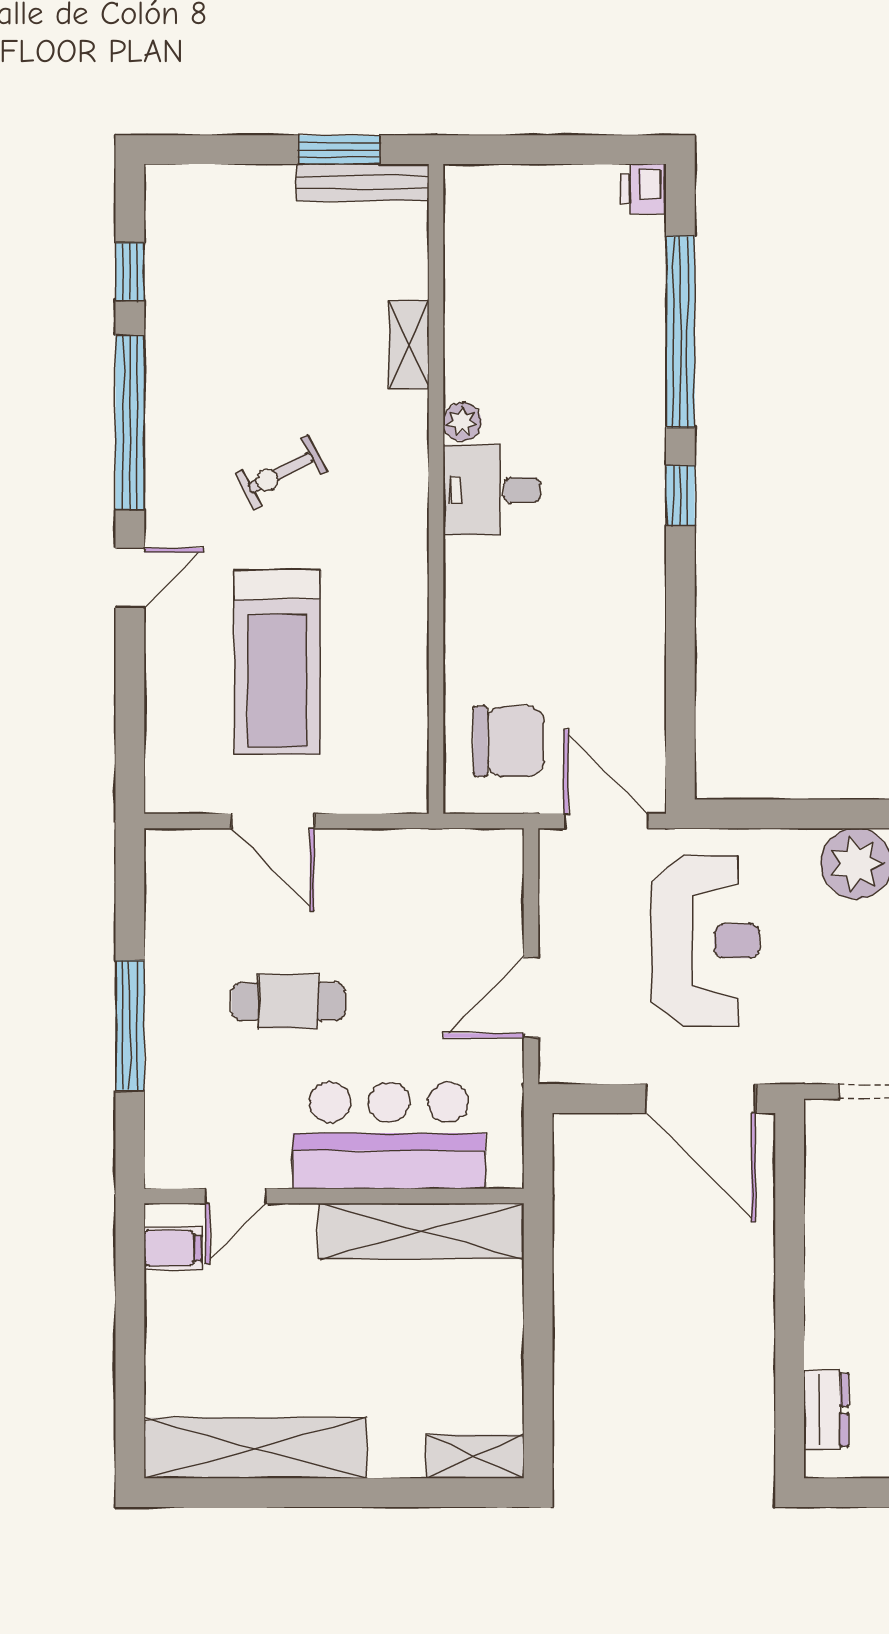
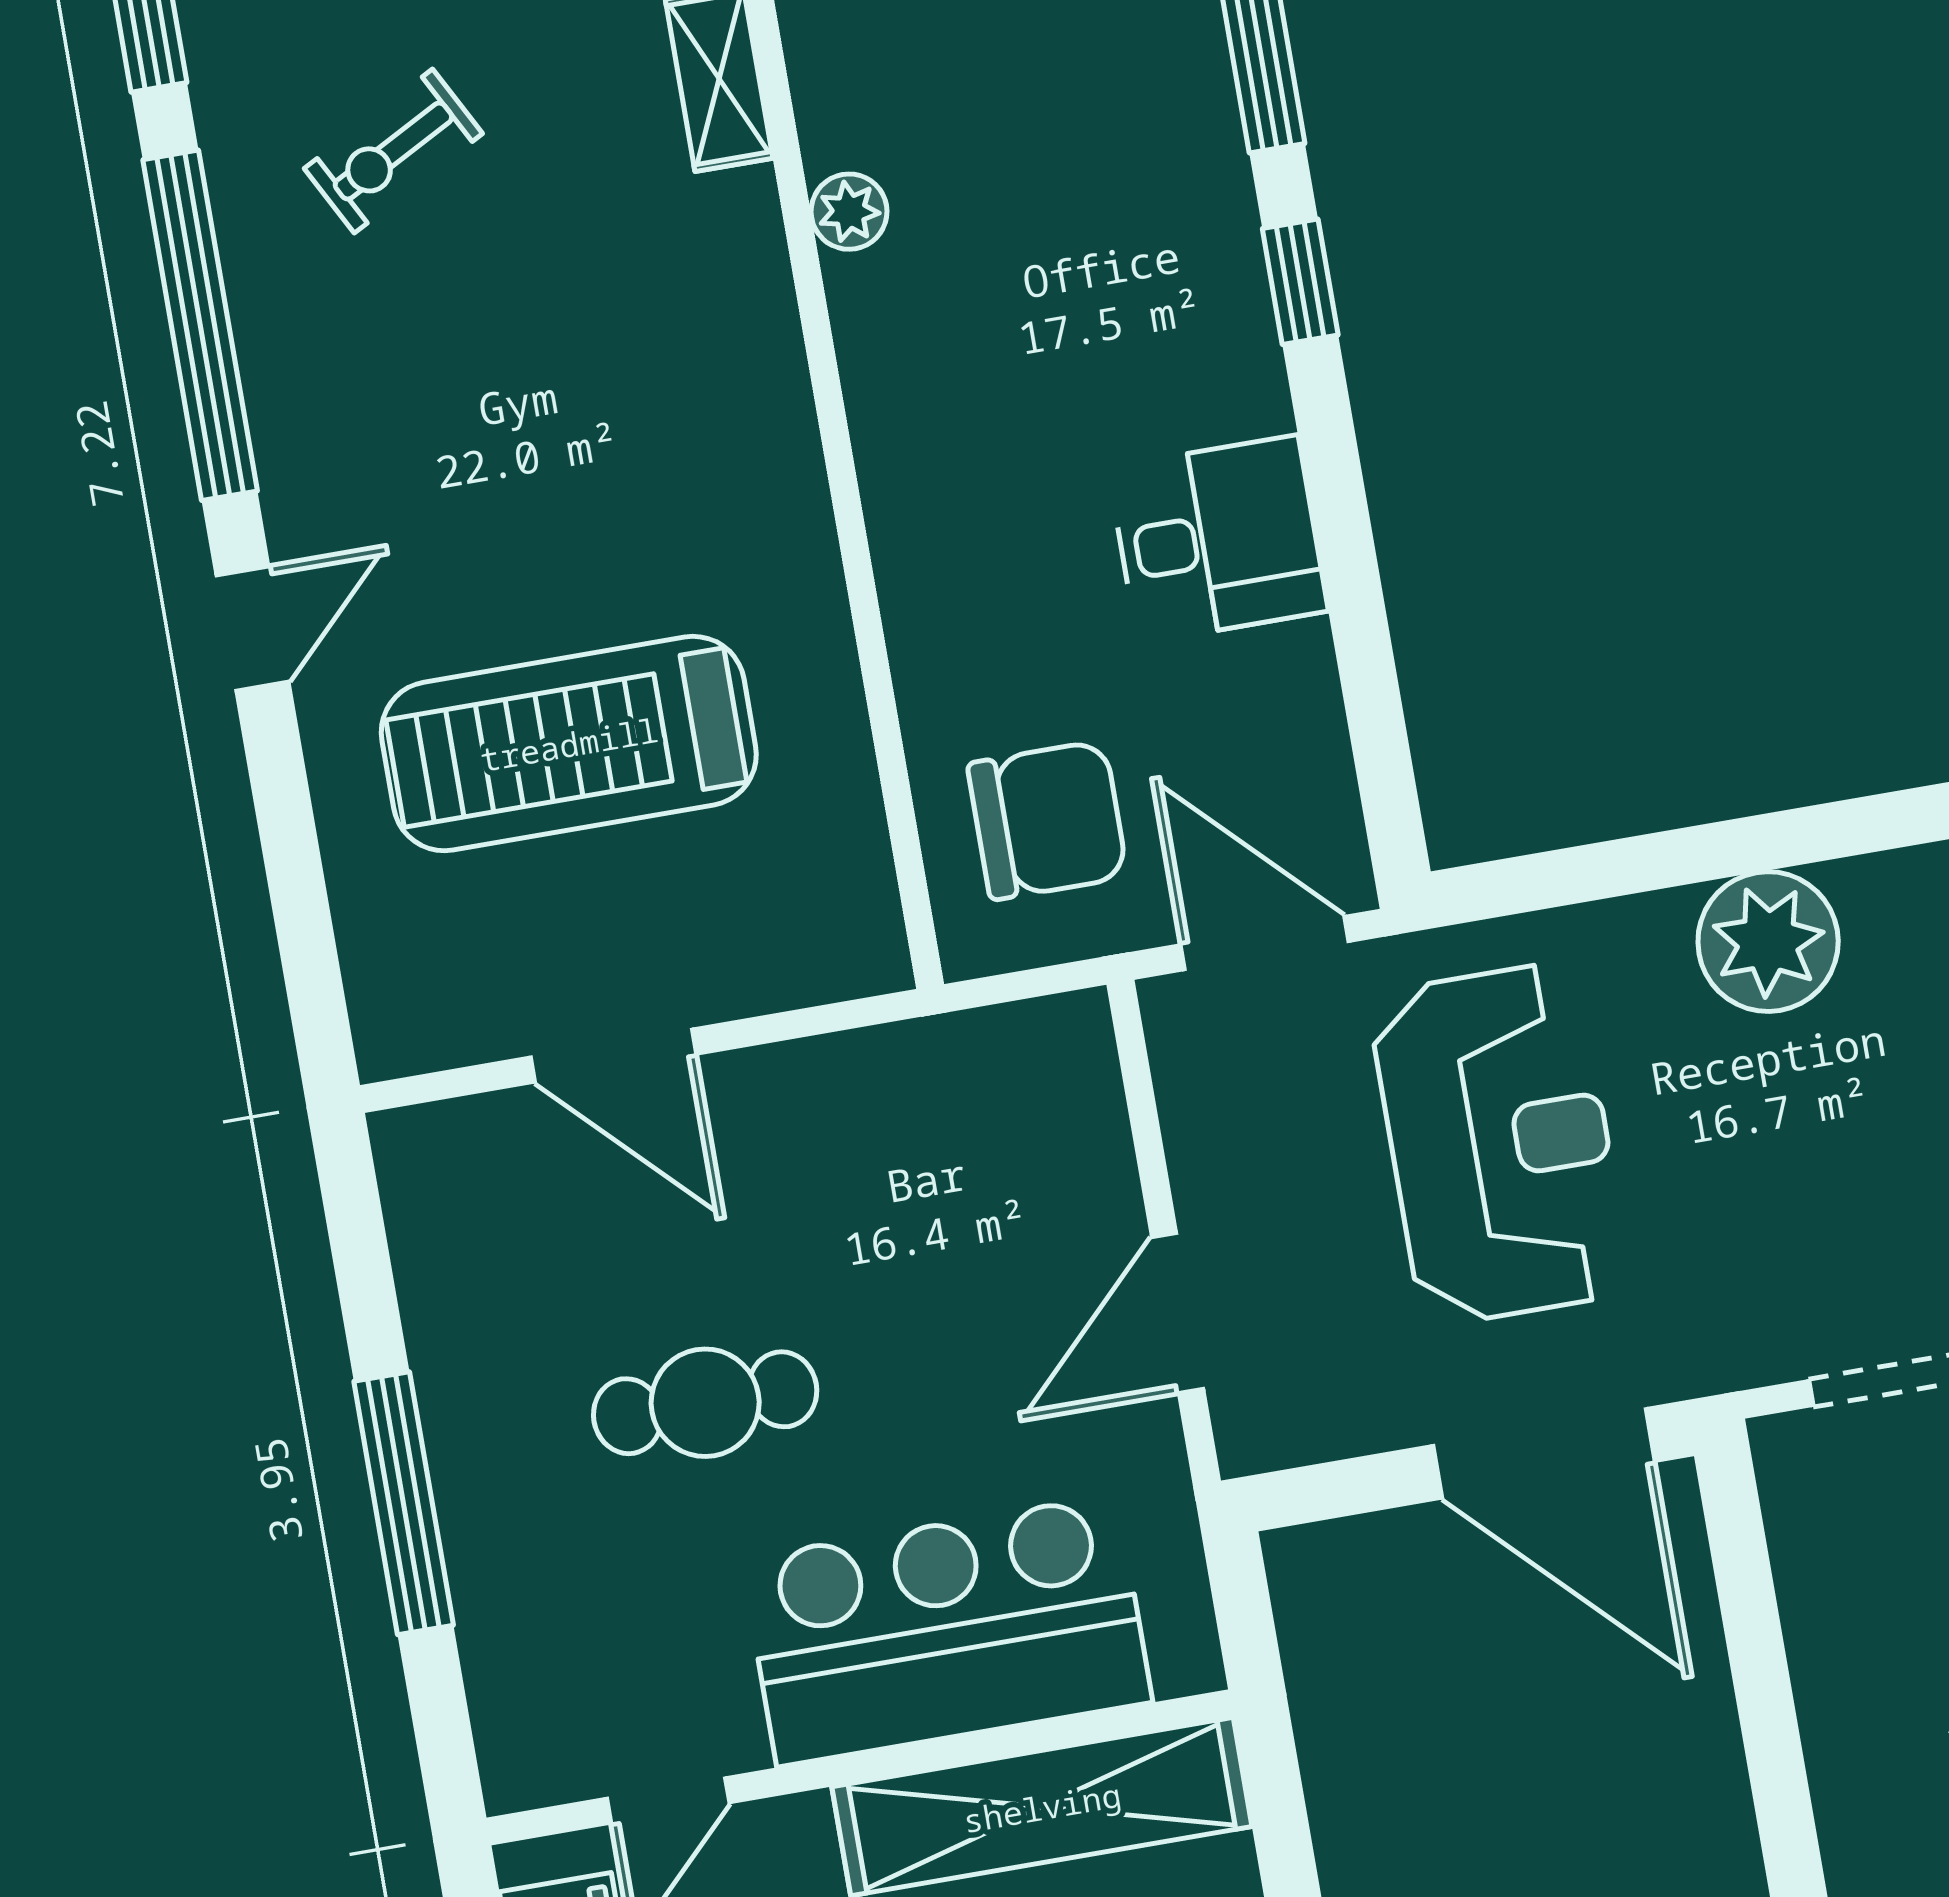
exercise bike: (281, 473) -> (393, 151), moved
desk: (492, 490) -> (1218, 539), moved, turned 180
treadmill: (277, 662) -> (569, 744), turned 90

